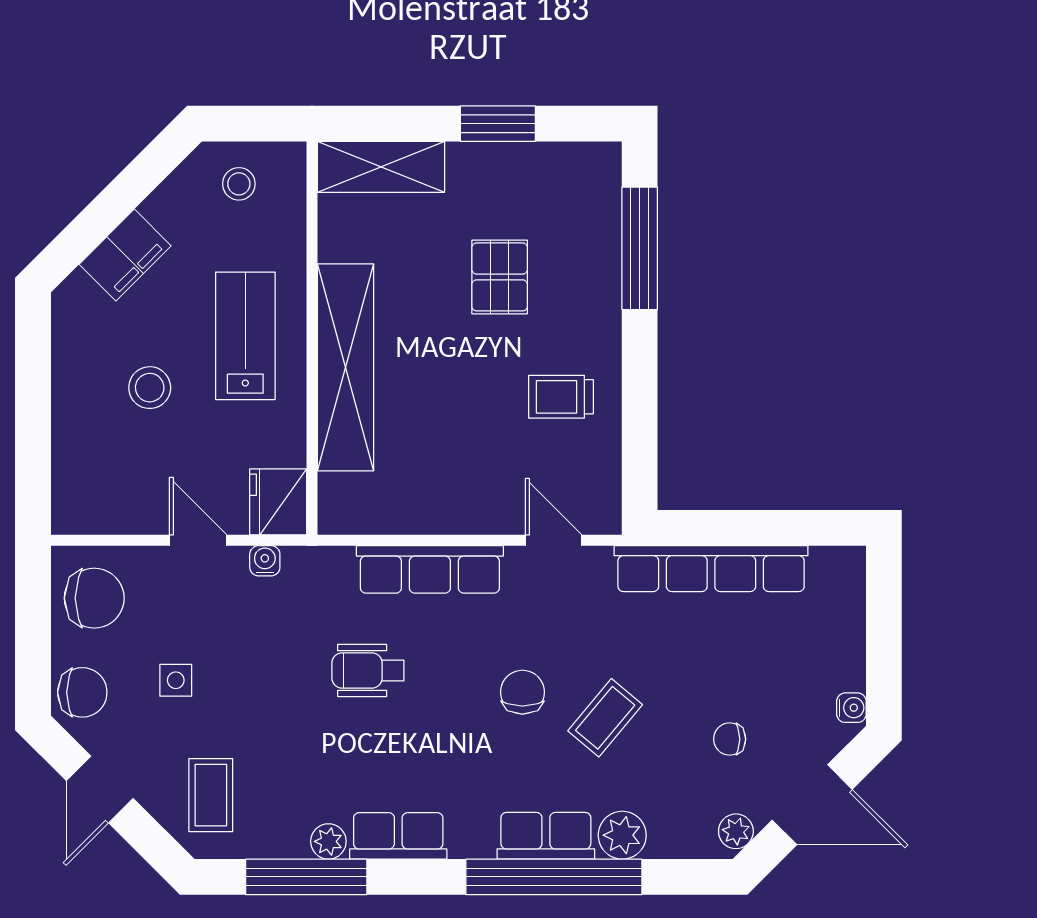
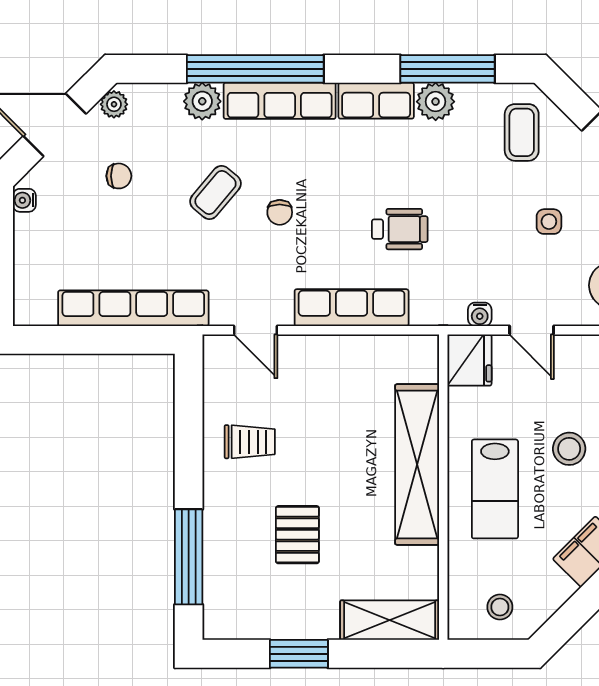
chair: (522, 692) -> (280, 212), width x0.73, depth x0.73
row of seats: (546, 836) -> (280, 101), width x1.48
plant: (328, 841) -> (436, 102), width x1.38, depth x1.38

